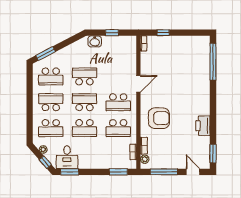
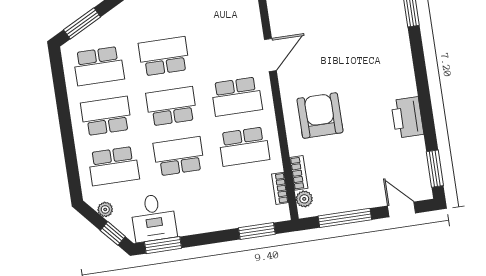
armchair: (159, 118) -> (320, 116), turned -90
school desk: (84, 128) -> (179, 156), turned 180

